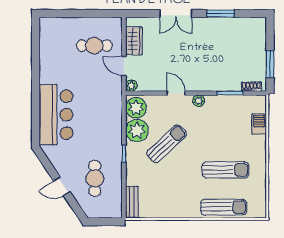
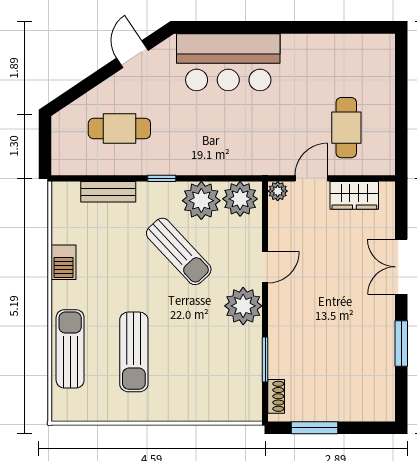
plant: (199, 101) -> (243, 306), width x1.87, depth x1.87
barbecue: (259, 124) -> (64, 262), moved, turned 90
door: (62, 186) -> (132, 54), moved
bench: (132, 202) -> (108, 192), moved
sun lounger: (224, 207) -> (70, 349), turned 180

